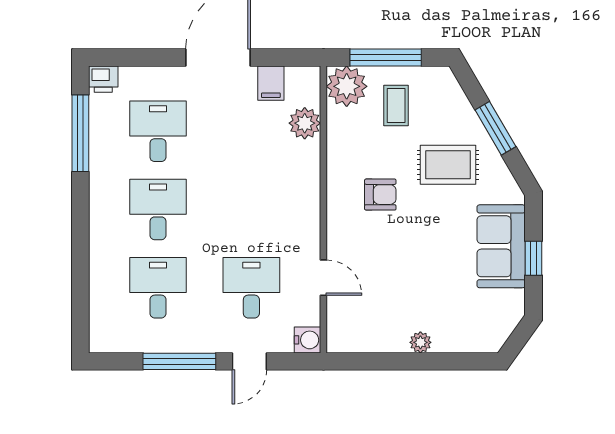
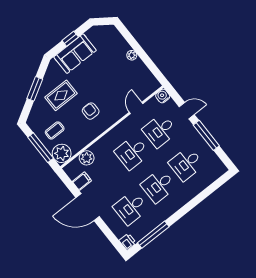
rug: (448, 165) -> (61, 95), turned 90
desk: (251, 209) -> (132, 153), added

